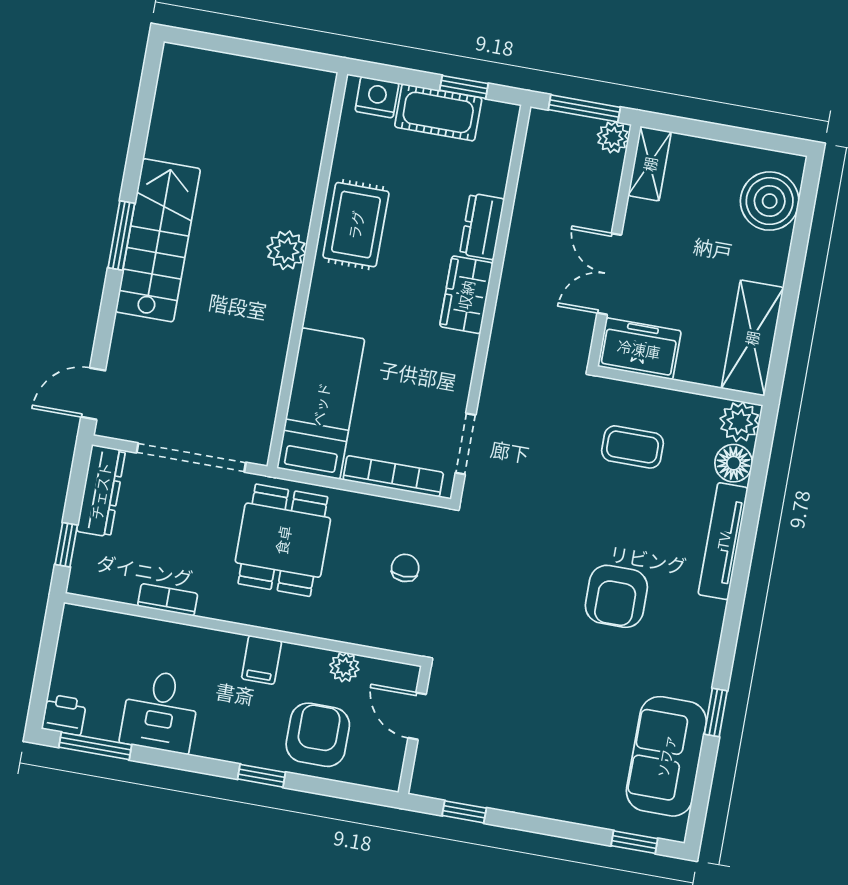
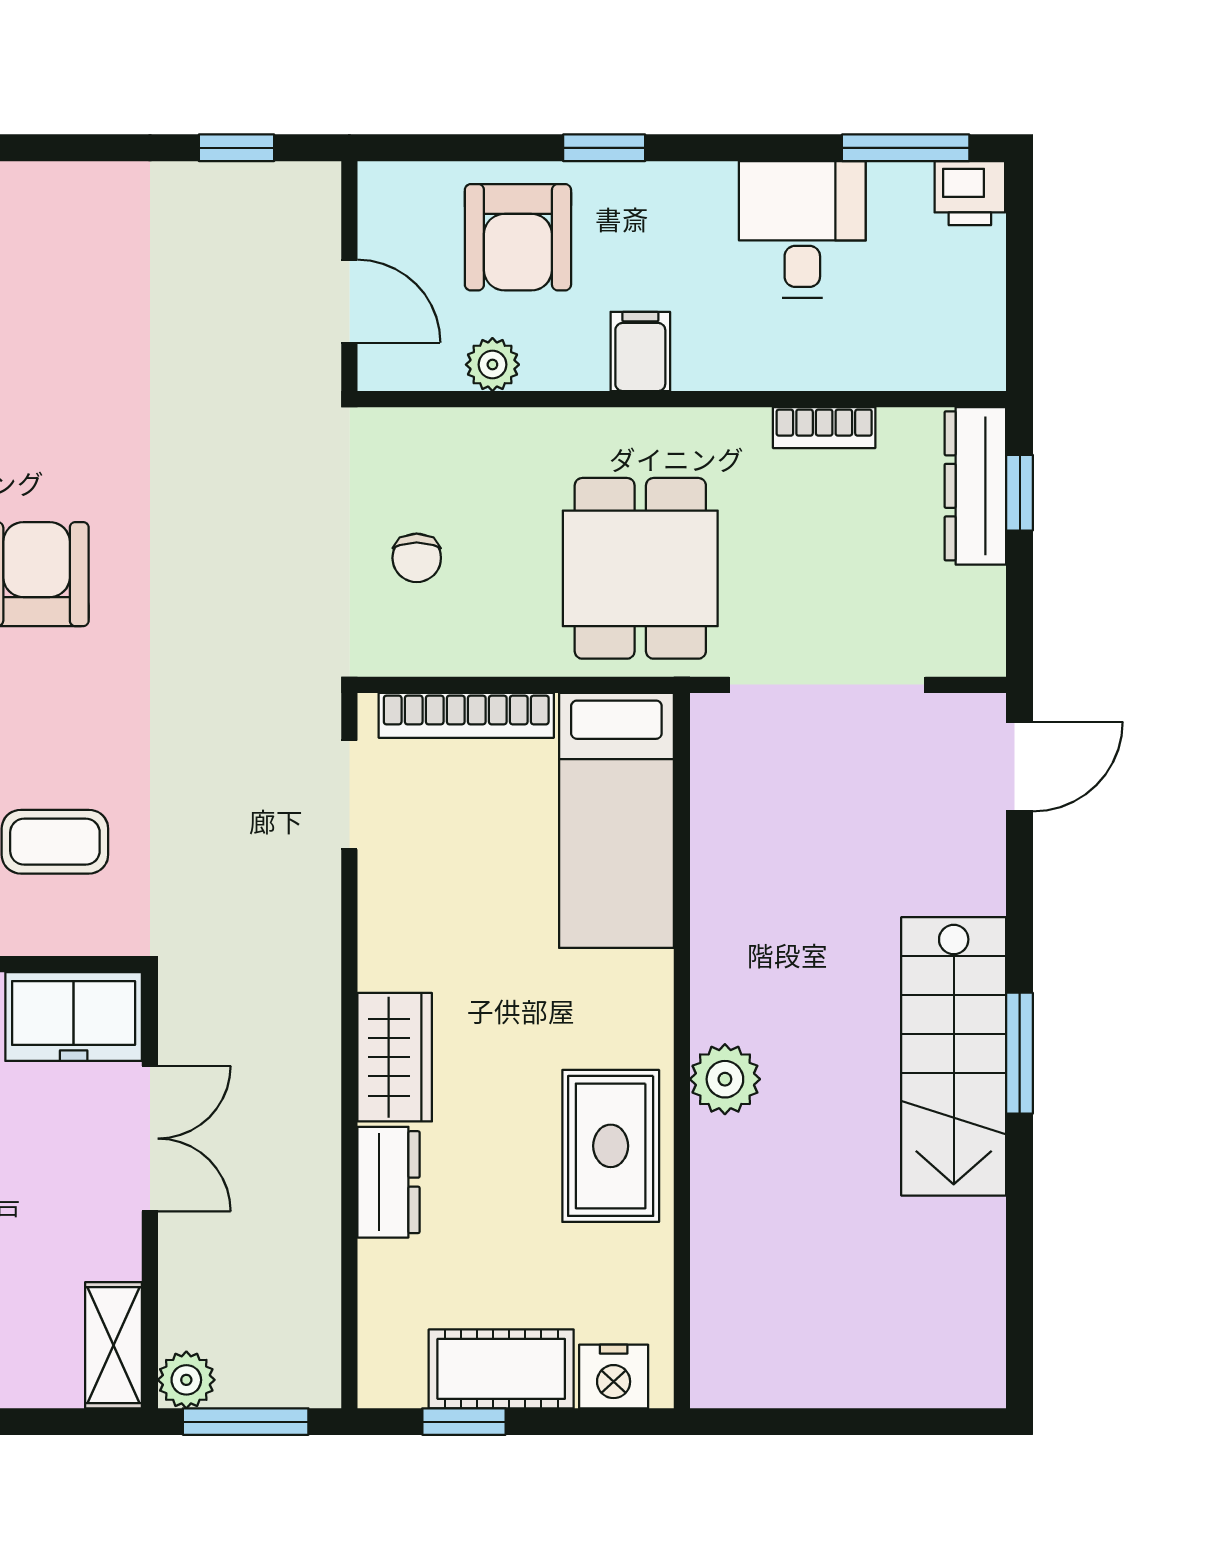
dresser: (101, 491) -> (975, 486), moved

